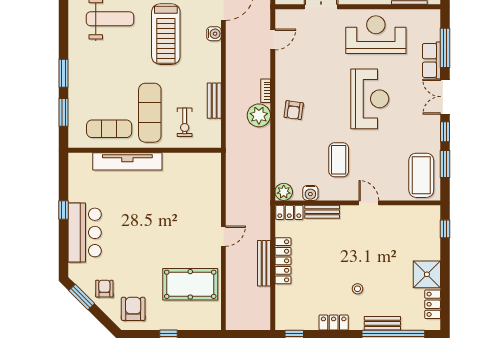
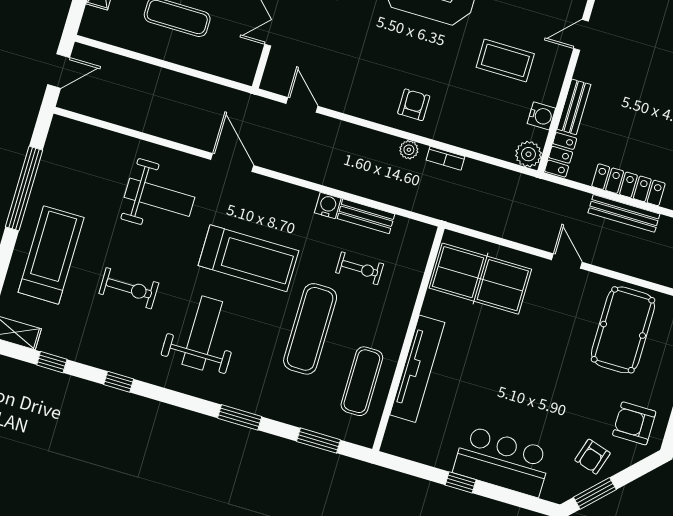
water cooler: (214, 34) -> (328, 206), moved
window: (64, 73) -> (240, 417), moved
bookcase: (266, 91) -> (445, 158), moved
armchair: (294, 110) -> (414, 105), turned -98
exercise mat: (150, 113) -> (310, 329), moved, turned 90
plant: (259, 115) -> (409, 150), width x0.53, depth x0.53
exercise bike: (185, 122) -> (360, 268), moved
table tennis table: (196, 185) -> (480, 279), added
armchair: (104, 289) -> (593, 457), turned -73

